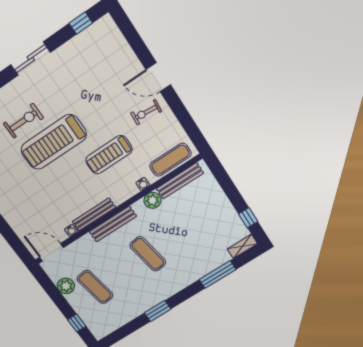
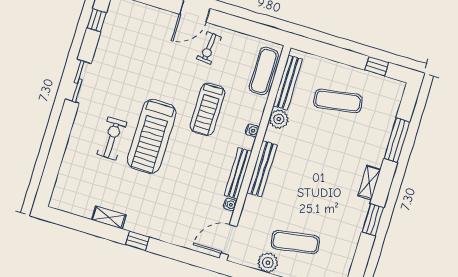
water cooler: (143, 184) -> (252, 130), moved
shelving: (242, 246) -> (369, 183), moved
exercise mat: (148, 254) -> (338, 101), moved

